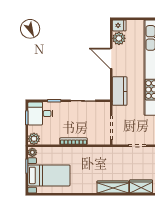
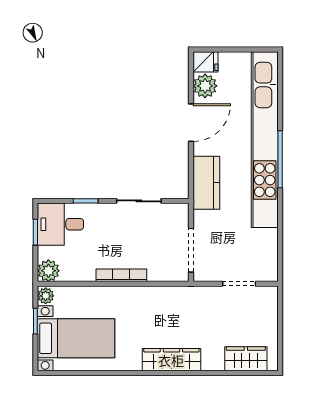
door: (111, 58) -> (191, 123), swing flipped
wardrobe: (113, 187) -> (171, 360), moved

